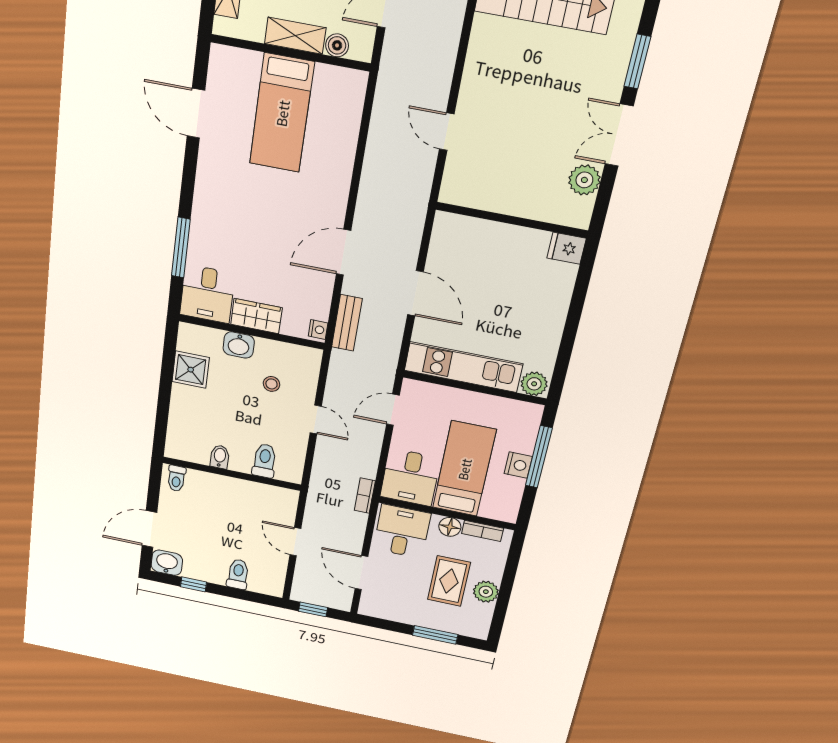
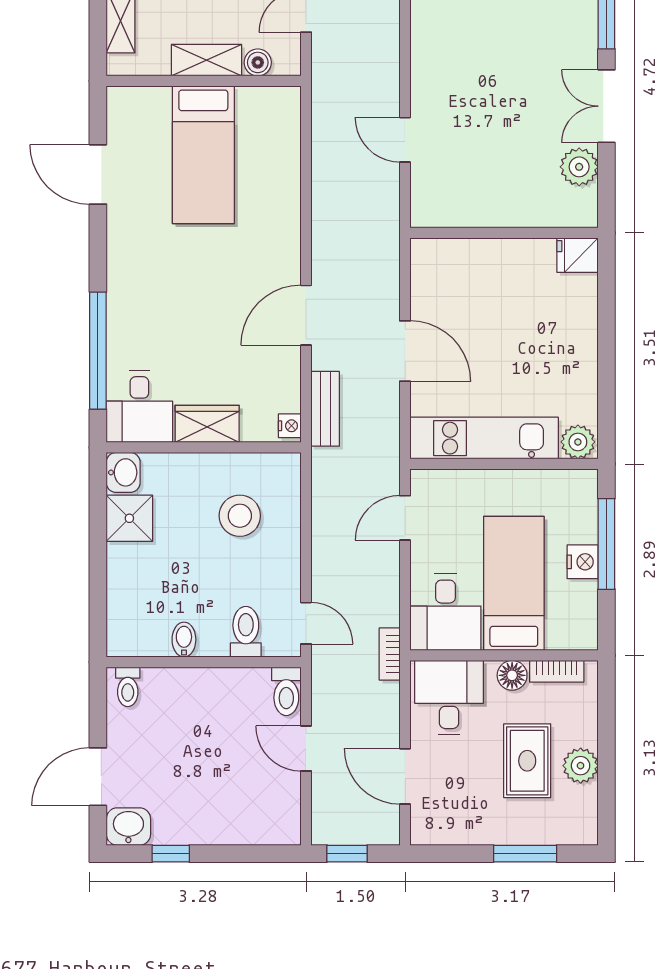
window: (181, 248) -> (98, 351), width x1.46
washbasin: (239, 345) -> (123, 472), moved, turned -90
stool: (271, 384) -> (240, 516), width x1.89, depth x1.89
door: (316, 420) -> (306, 623), moved
toilet: (238, 574) -> (286, 691), moved, turned 180

